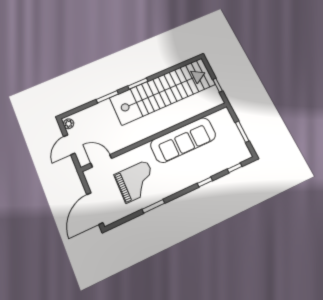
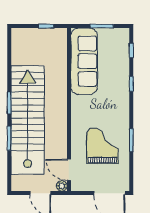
stairs: (163, 91) -> (28, 120), moved
plant: (69, 124) -> (62, 186), moved
sofa: (183, 140) -> (84, 61), moved
door: (101, 161) -> (69, 170), hinge flipped

